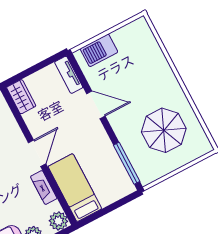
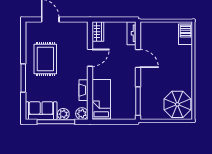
barbecue: (99, 50) -> (186, 34), moved, turned 90
parasol: (164, 130) -> (177, 104), moved
door: (37, 153) -> (90, 58), moved

